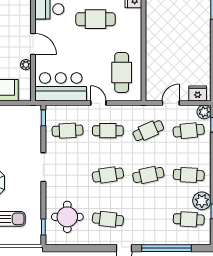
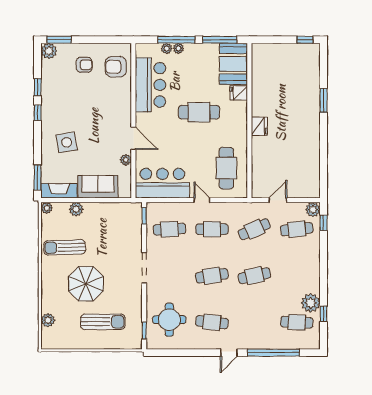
fridge: (198, 94) -> (259, 126), moved, turned 90
cafe table: (189, 175) -> (297, 276), removed

